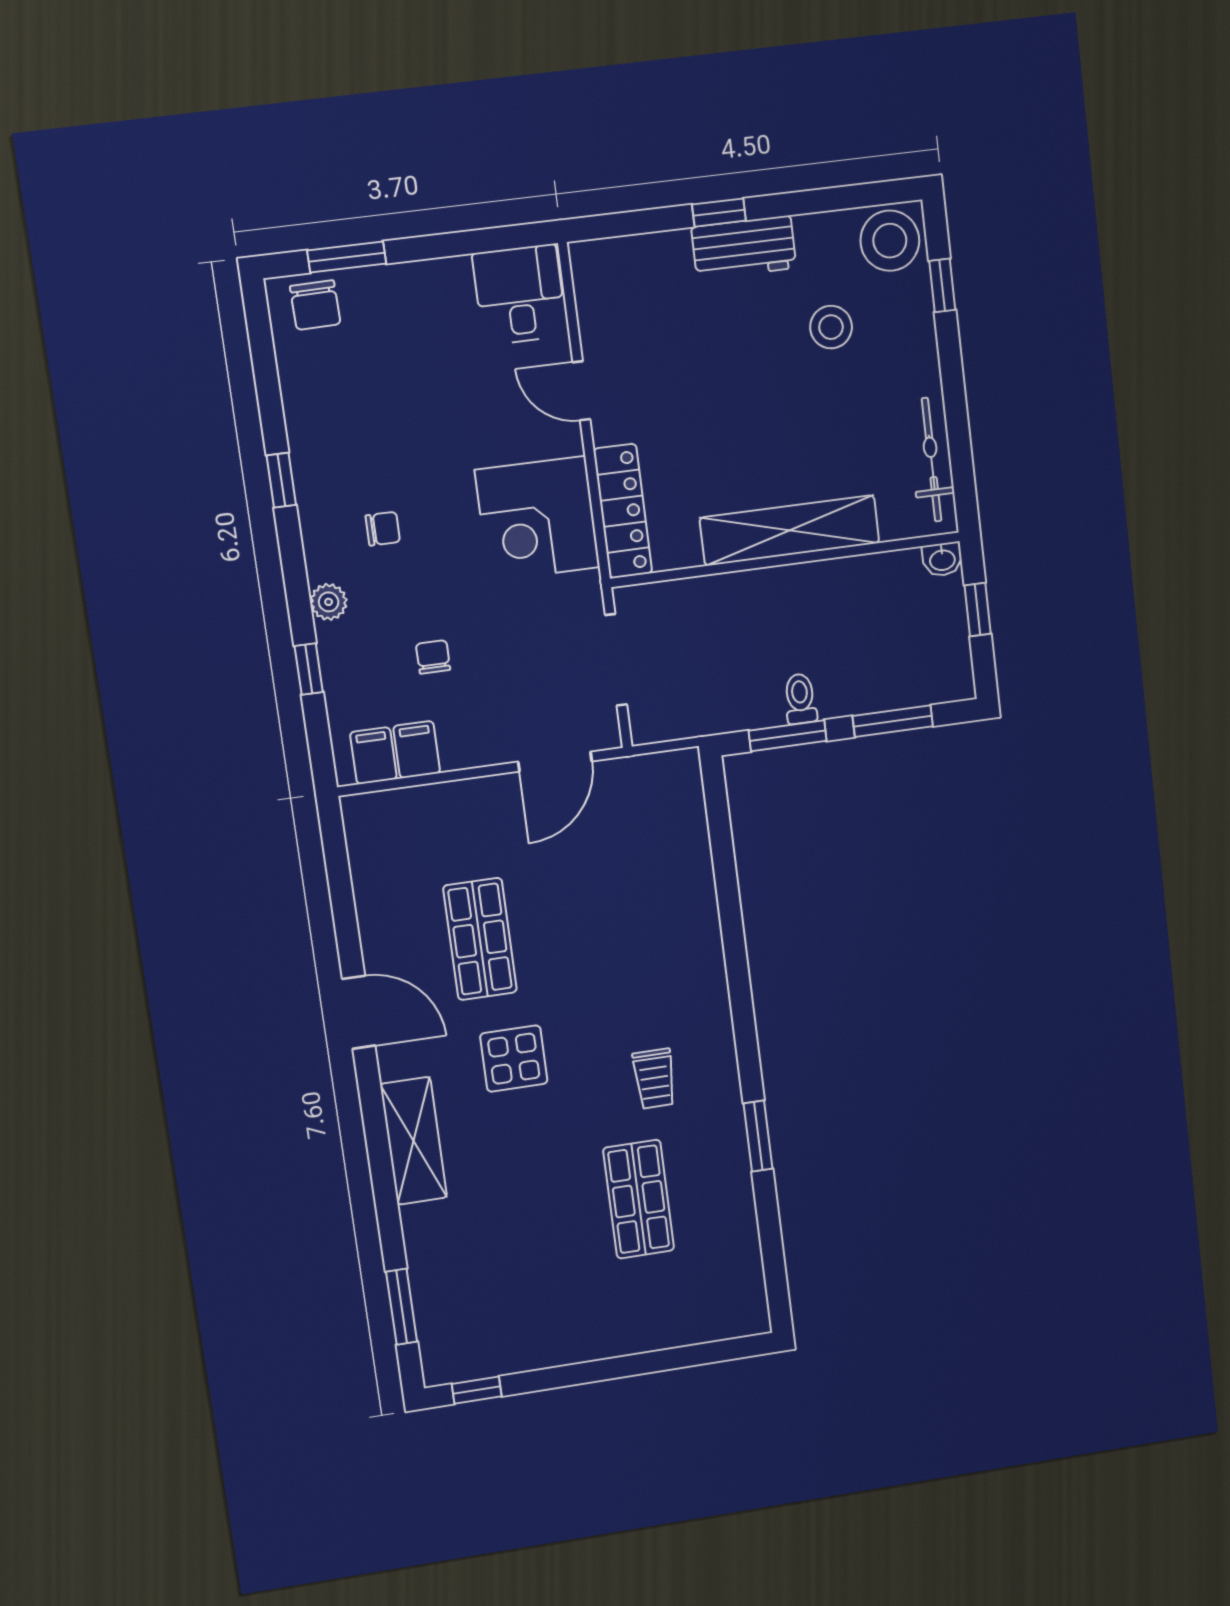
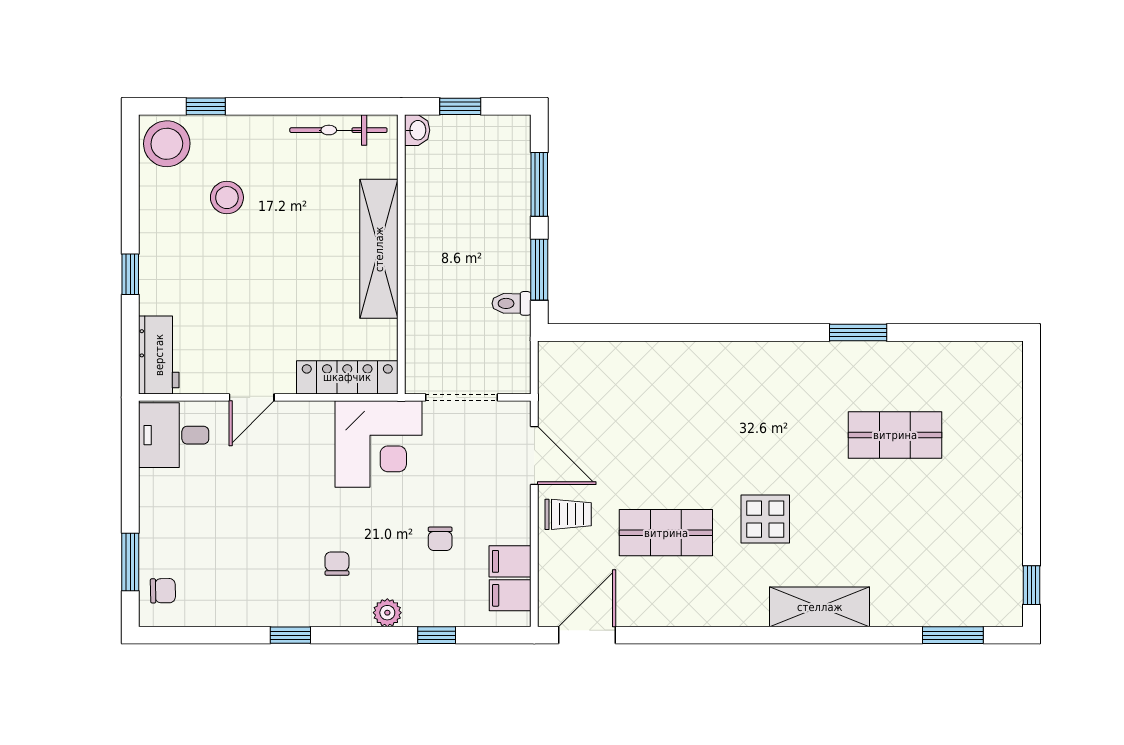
workbench: (744, 248) -> (159, 355), moved
chair: (315, 305) -> (163, 591), width x0.73, depth x0.73
corner desk: (537, 519) -> (379, 444), moved
chair: (433, 657) -> (440, 539), turned -90
toilet: (800, 699) -> (512, 303), moved
door: (359, 1012) -> (587, 635), moved
trolley: (654, 1079) -> (568, 514), moved

